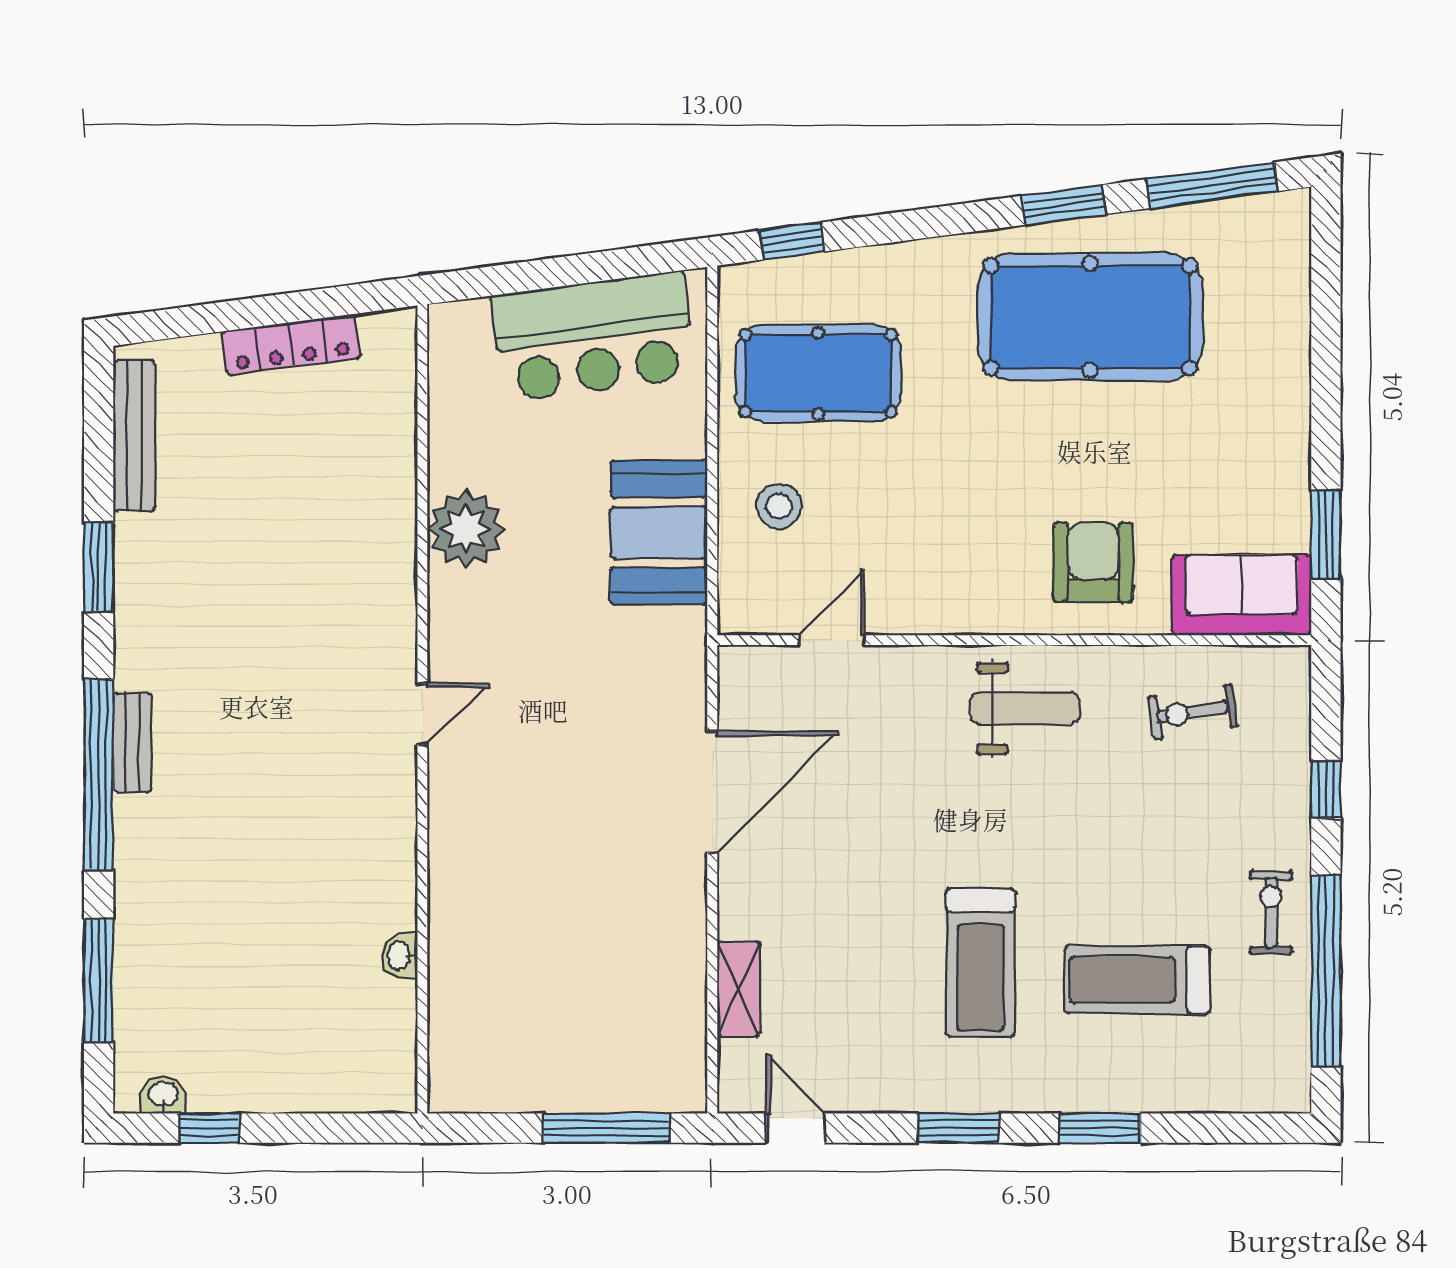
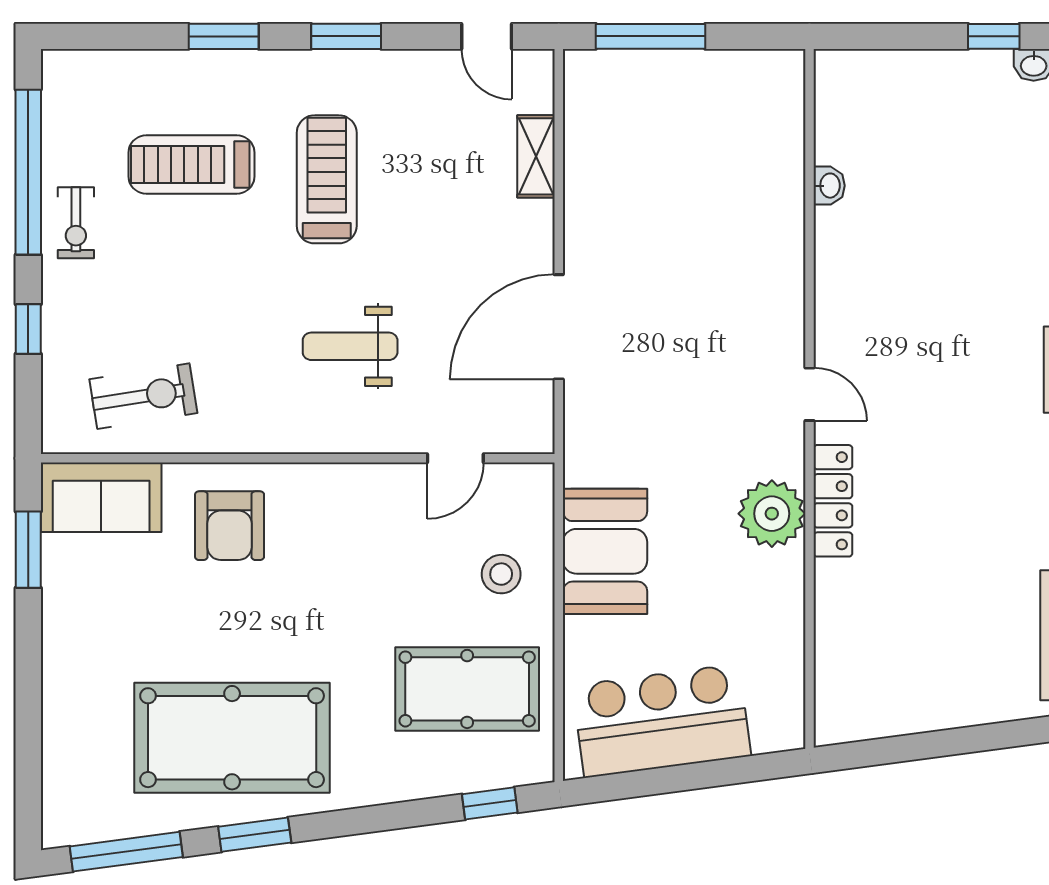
locker: (291, 345) -> (833, 501), moved, turned 98
plant: (466, 529) -> (772, 514), moved
weight bench: (1025, 708) -> (350, 346), moved
exercise bike: (1193, 712) -> (143, 396), width x1.38, depth x1.39
door: (422, 714) -> (809, 394), swing flipped
treadmill: (1137, 980) -> (191, 165), turned 180

